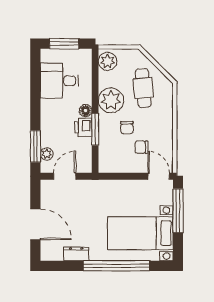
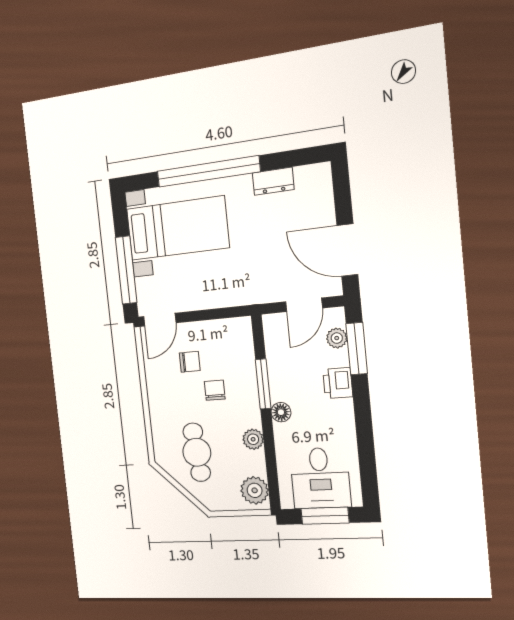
desk: (59, 81) -> (320, 478), moved, turned 90
plant: (111, 100) -> (253, 439), width x0.53, depth x0.53
printer: (83, 127) -> (338, 383), moved, turned 180
door: (159, 176) -> (160, 320), hinge flipped
door: (35, 224) -> (347, 250), moved

